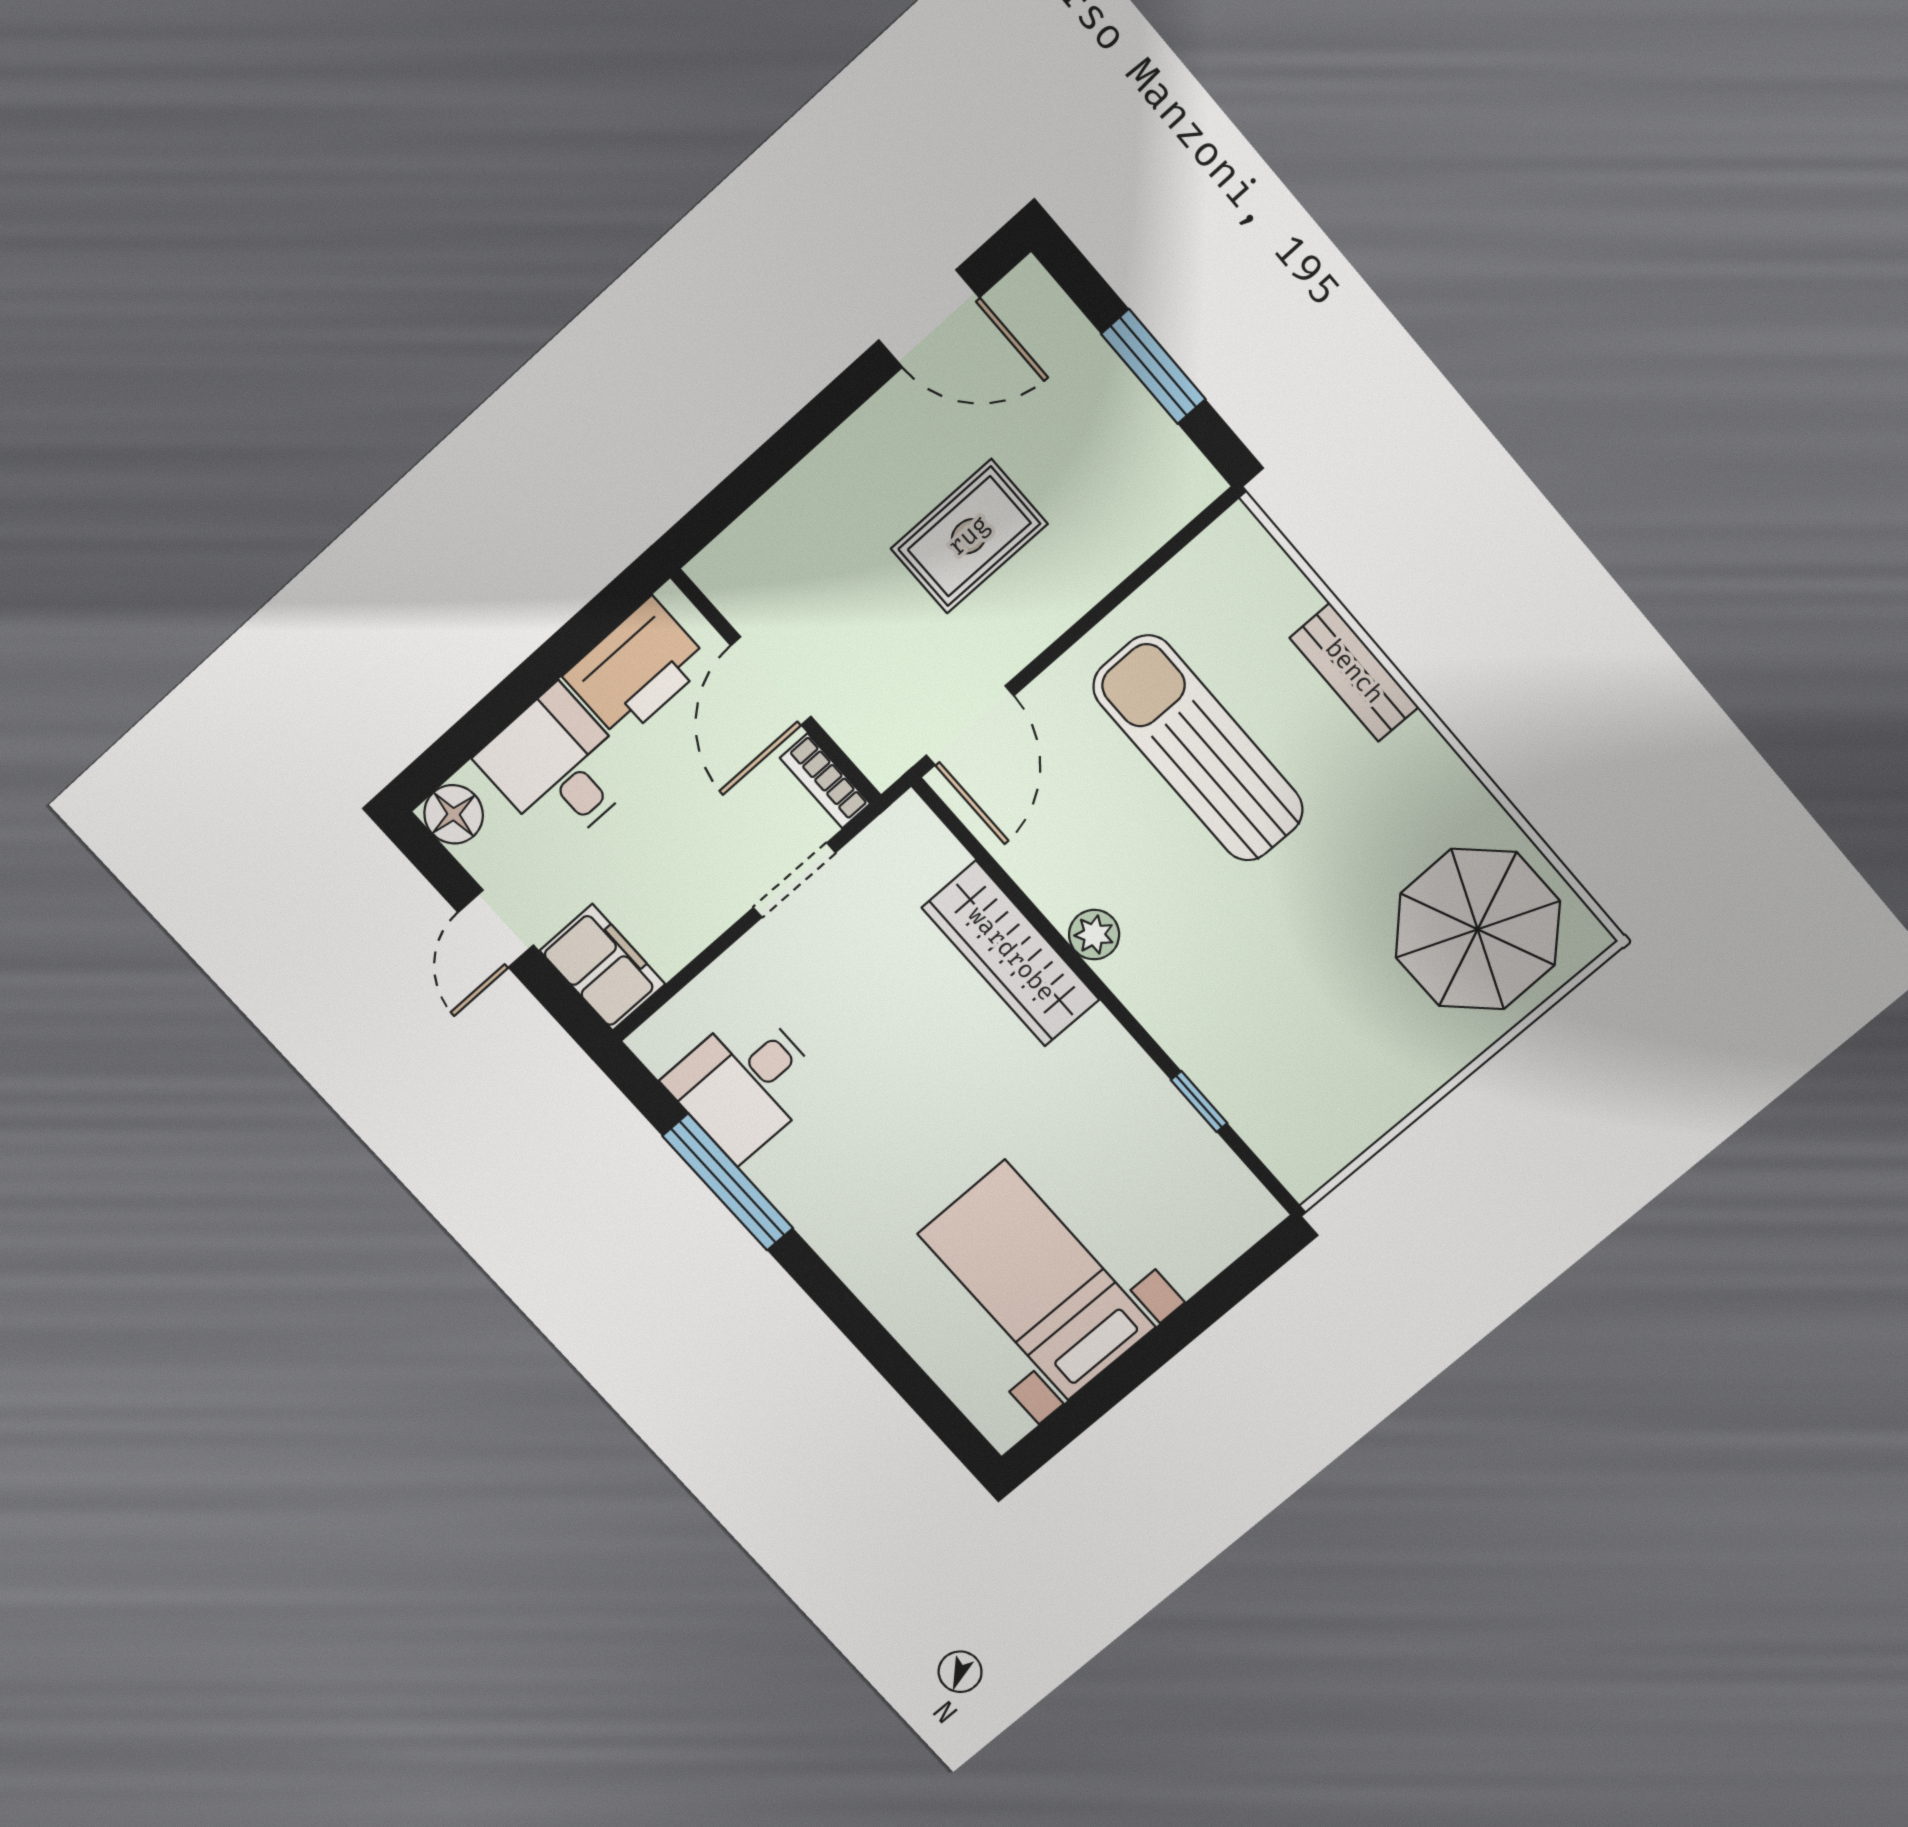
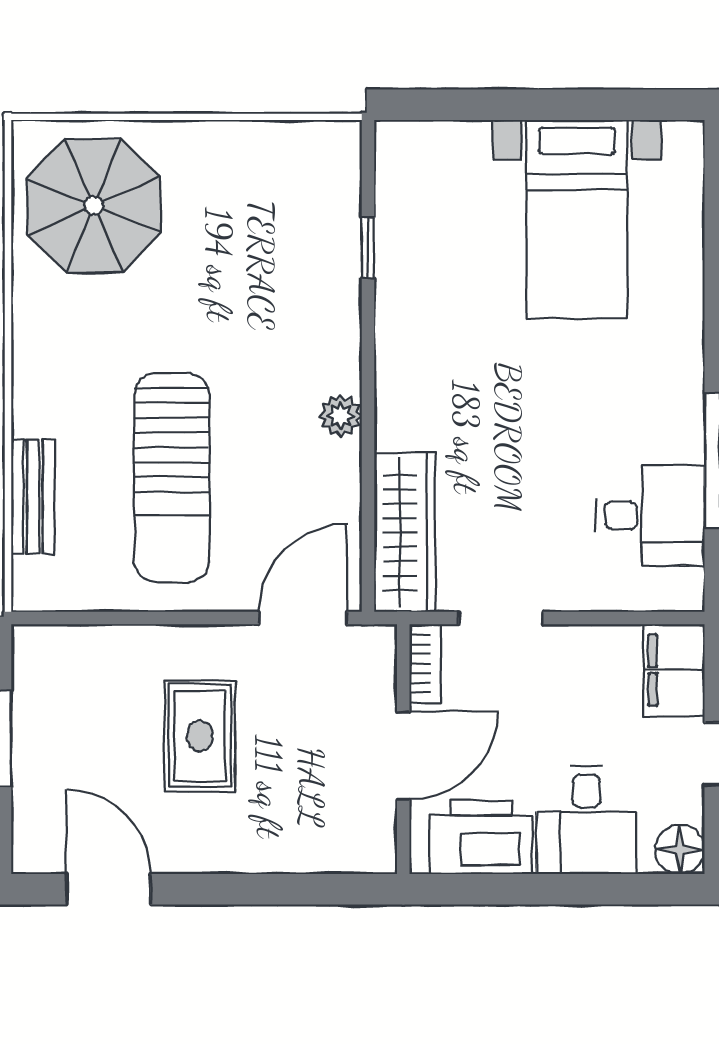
rug: (969, 536) -> (200, 736), turned 90
bench: (1354, 672) -> (33, 497), moved
wardrobe: (1011, 954) -> (405, 532), moved

